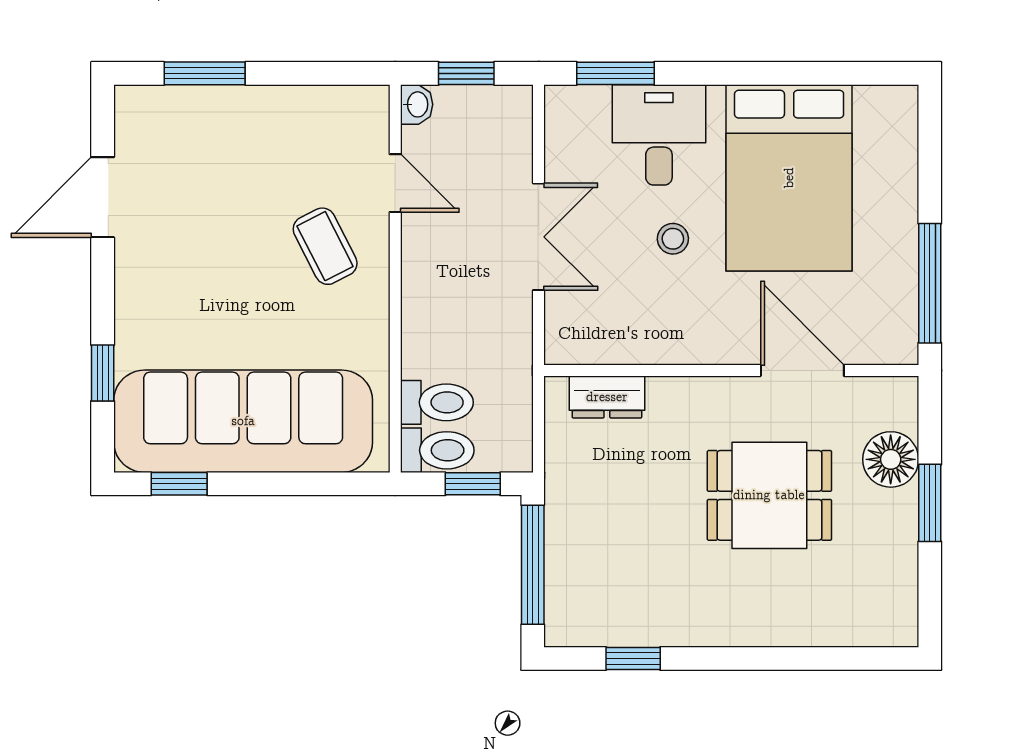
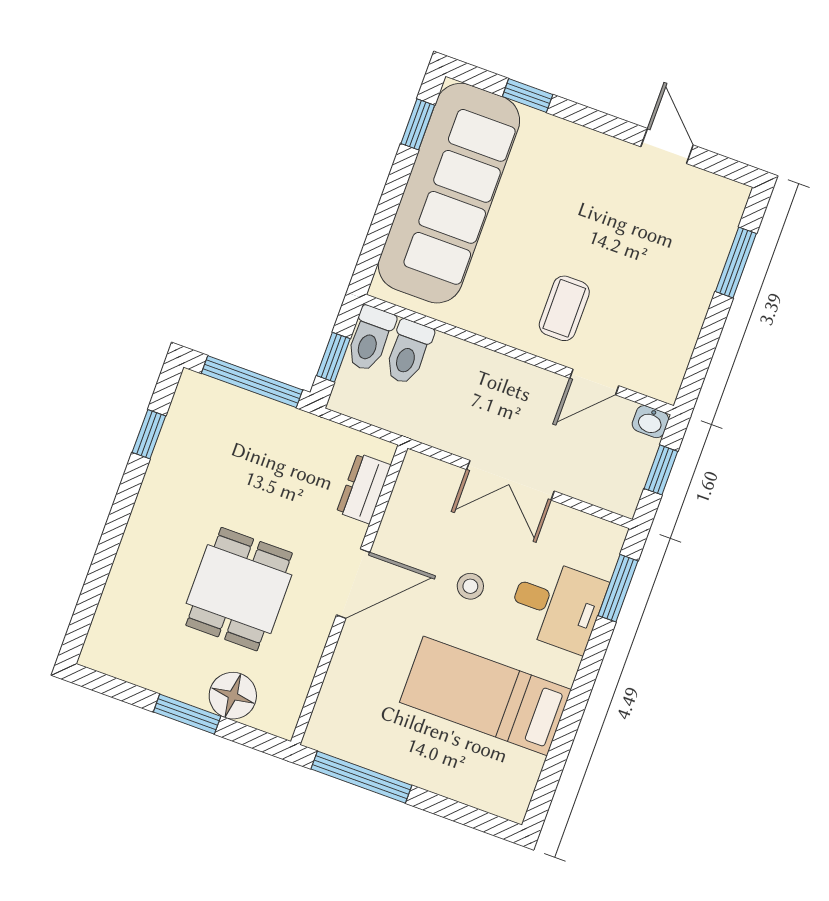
bed: (789, 178) -> (485, 696), width x0.67
door: (103, 197) -> (667, 146), width x0.73
coffee table: (325, 246) -> (564, 308), turned -63
door: (802, 370) -> (353, 584), moved

